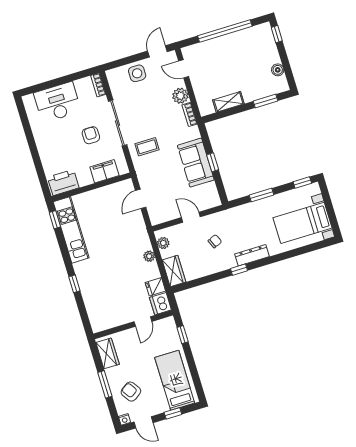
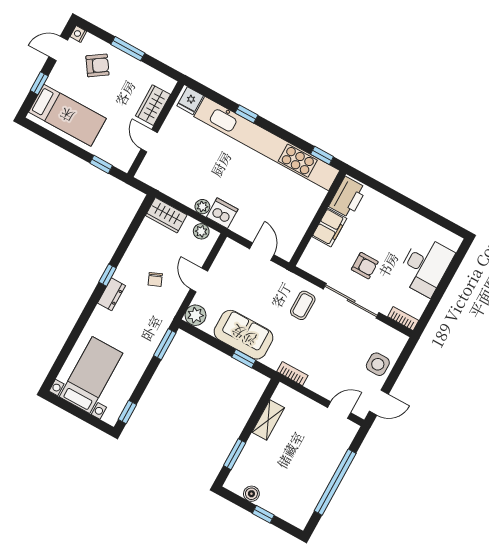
window: (277, 34) -> (263, 514), moved
door: (157, 51) -> (379, 403), hinge flipped
plant: (180, 96) -> (195, 315), moved
window: (213, 162) -> (244, 359), moved
filing cabinet: (104, 171) -> (329, 227), moved
window: (262, 195) -> (165, 344), moved
door: (191, 217) -> (199, 280), swing flipped
kitchen unit: (71, 230) -> (267, 144), width x1.86
dresser: (252, 255) -> (111, 294), width x0.70
fridge: (155, 287) -> (190, 101), moved, turned 180
dishwasher: (160, 304) -> (222, 213), moved
wardrobe: (108, 353) -> (153, 105), moved, turned 90

